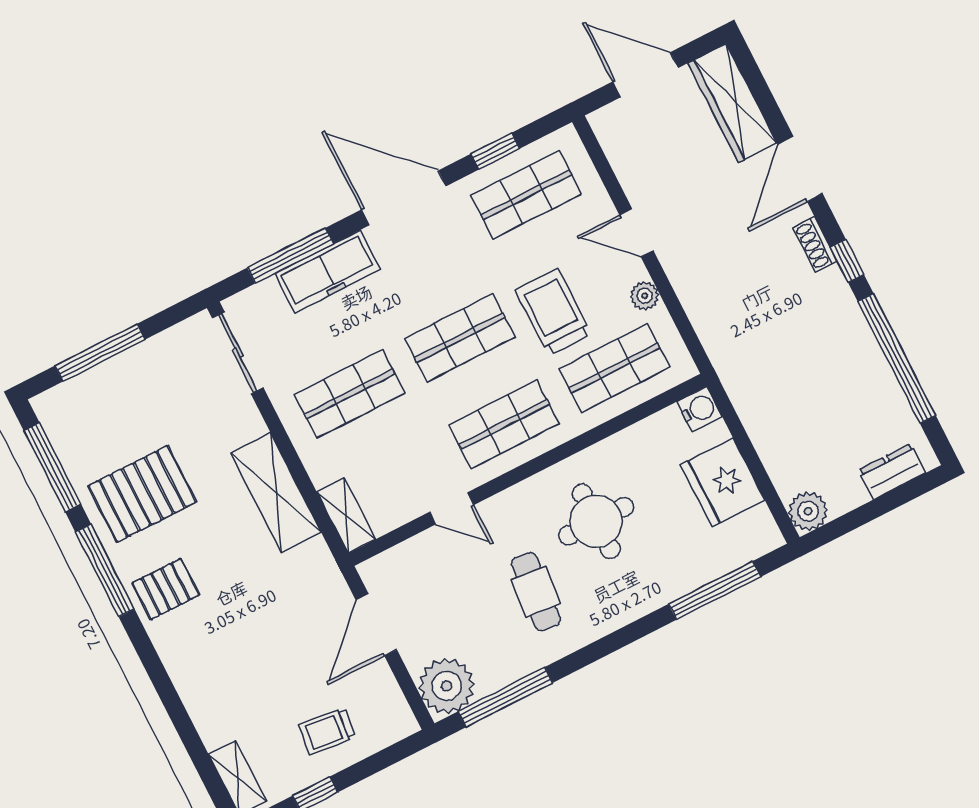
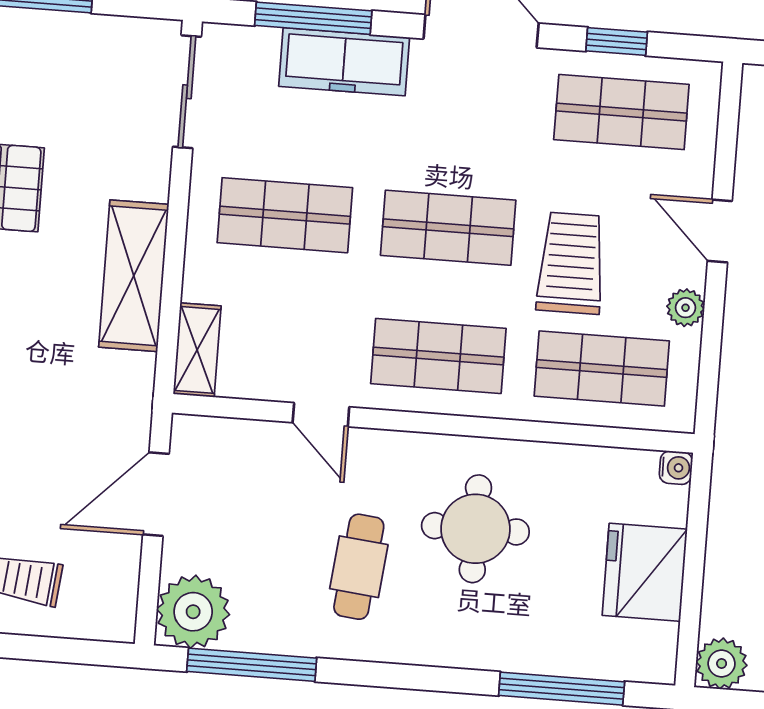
water cooler: (699, 409) -> (676, 468), width x0.72, depth x0.72

